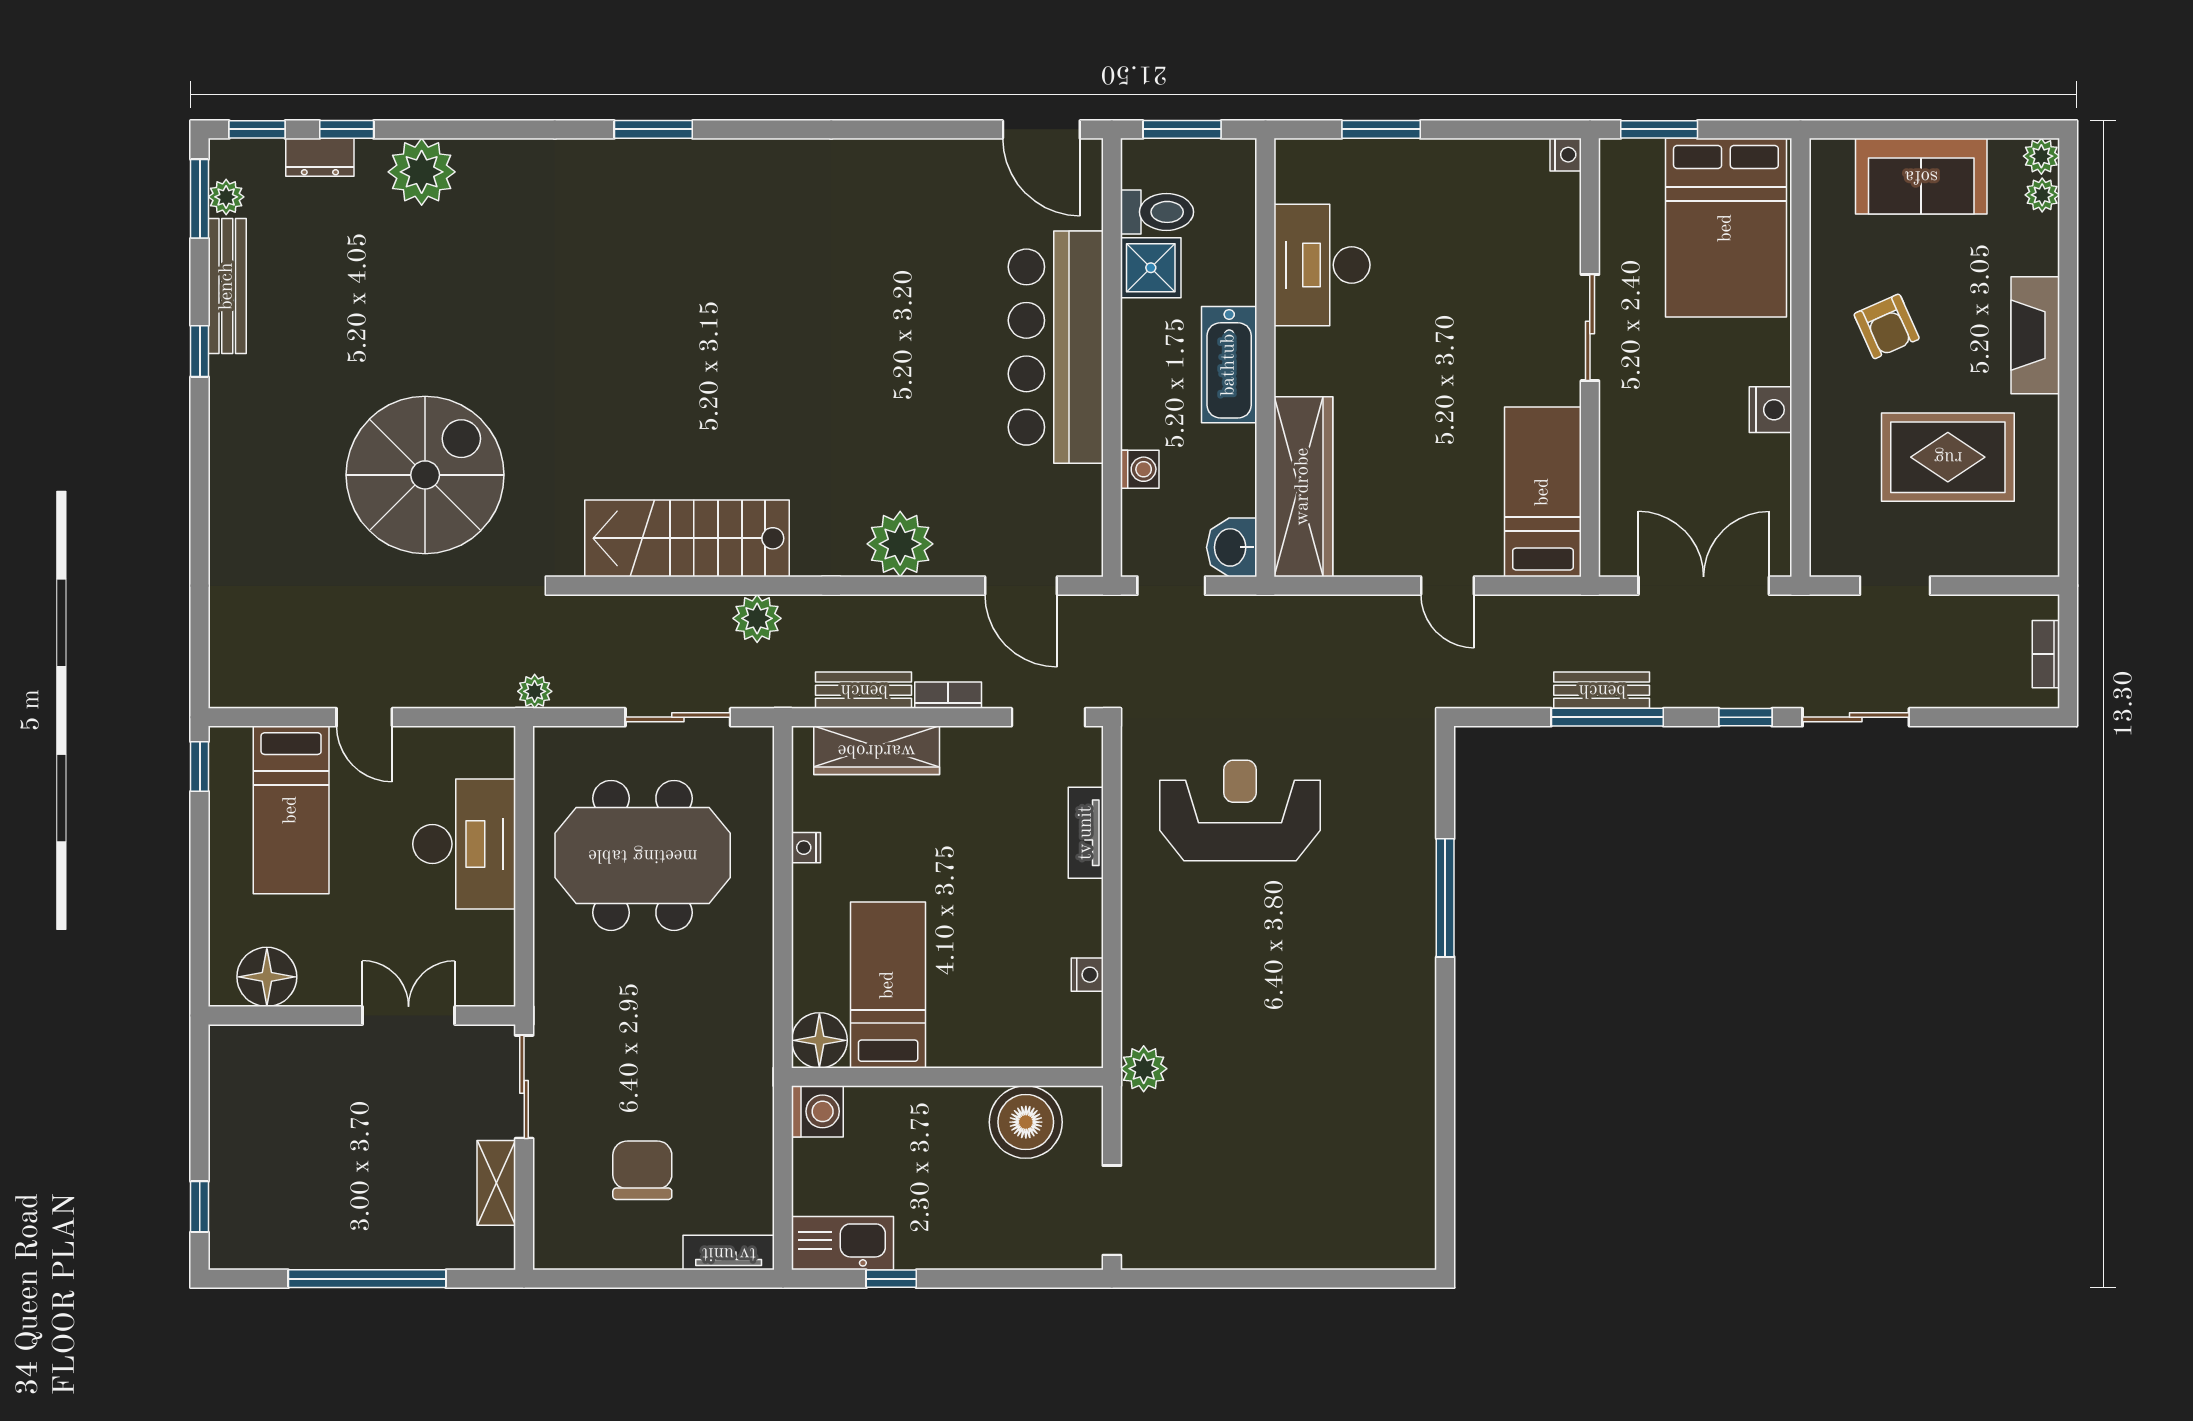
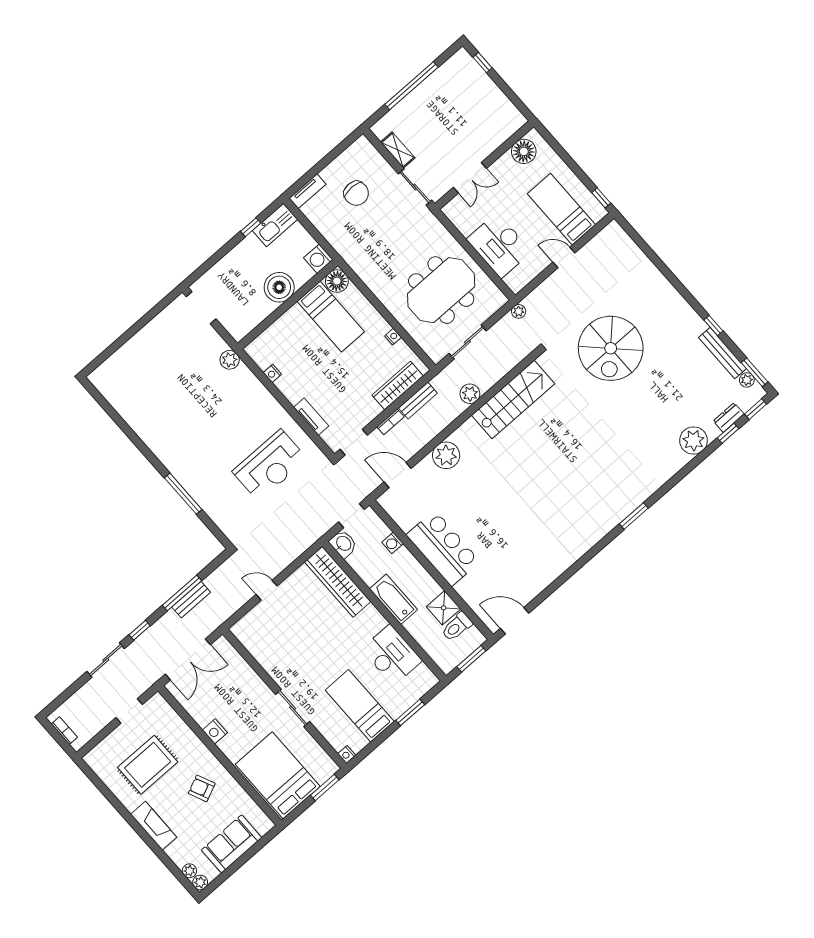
bar counter: (1056, 347) -> (443, 548), width x0.73
bed: (1543, 492) -> (360, 706), moved, turned 180
boiler: (1026, 1122) -> (279, 287), moved

